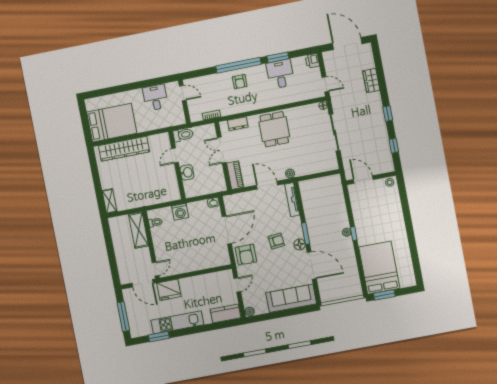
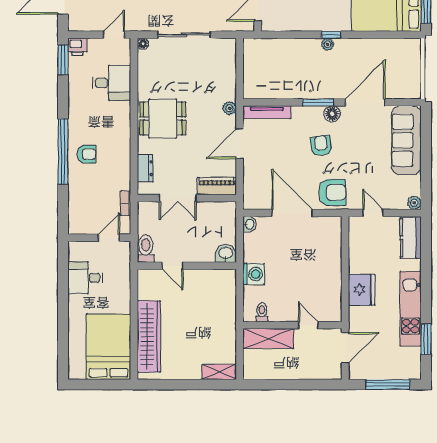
window: (278, 57) -> (63, 60), moved
desk: (280, 74) -> (112, 83), moved, turned 180
door: (183, 93) -> (109, 238), moved
washbasin: (187, 172) -> (226, 254), moved
door: (156, 269) -> (308, 325), moved
fridge: (169, 290) -> (362, 290), moved

